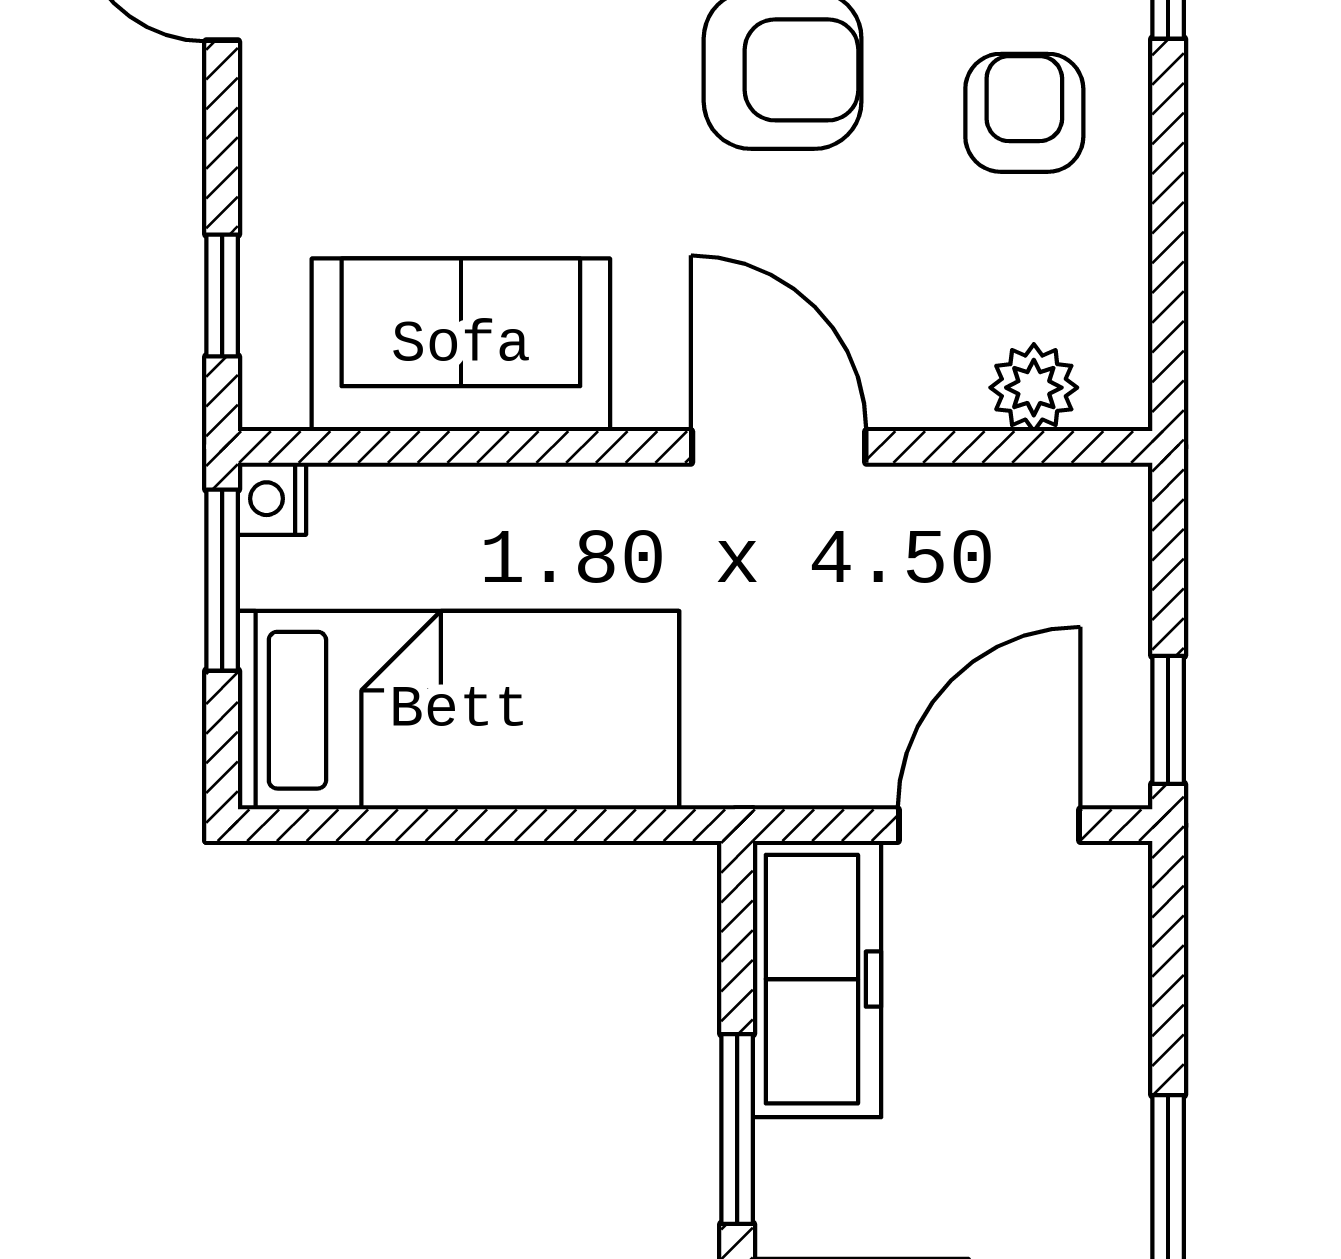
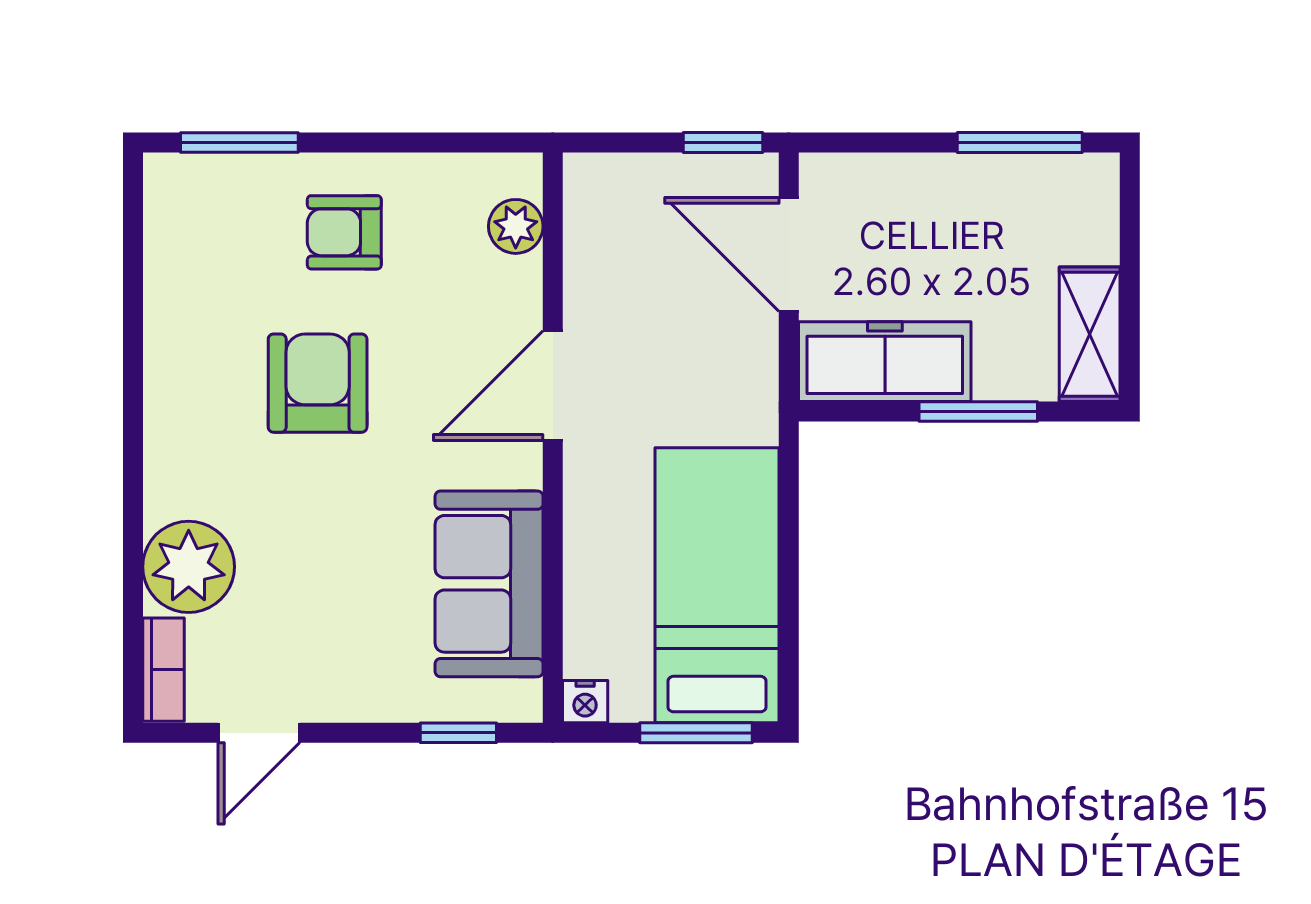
window: (222, 580) -> (696, 733), moved

